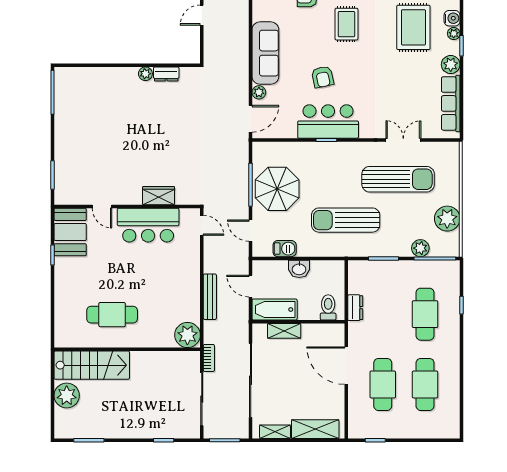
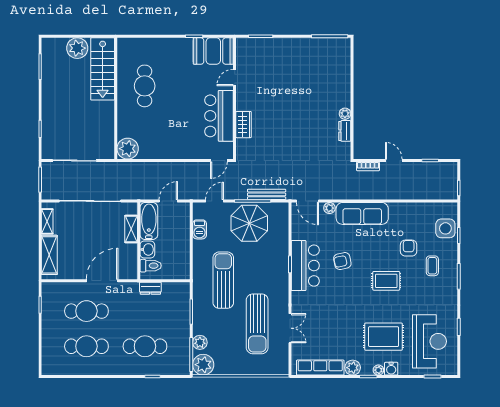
plant: (447, 219) -> (203, 365), moved
washbasin: (299, 269) -> (147, 249), moved, turned 180
bench: (210, 297) -> (267, 194), moved
bookcase: (209, 358) -> (368, 166), moved

